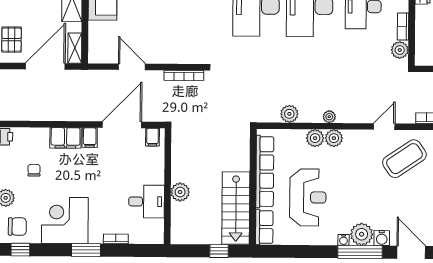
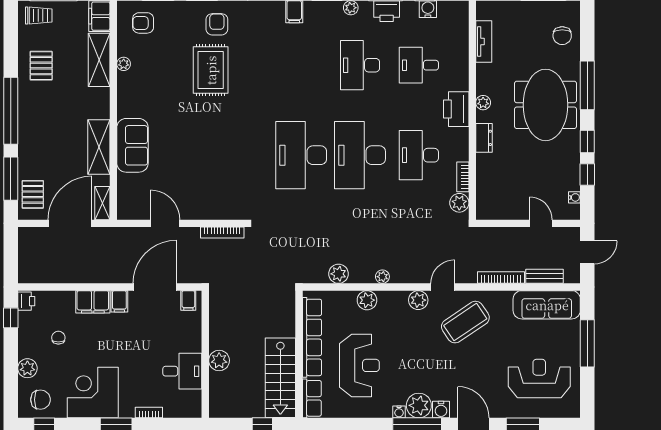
plant: (334, 138) -> (418, 300), moved

